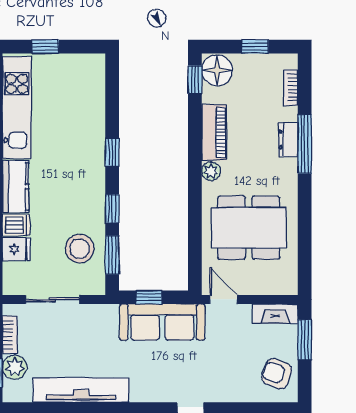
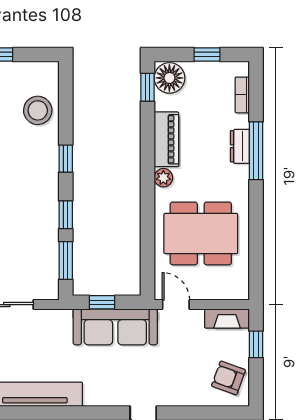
stool: (80, 249) -> (38, 110), moved
window: (305, 340) -> (256, 344), width x0.67

